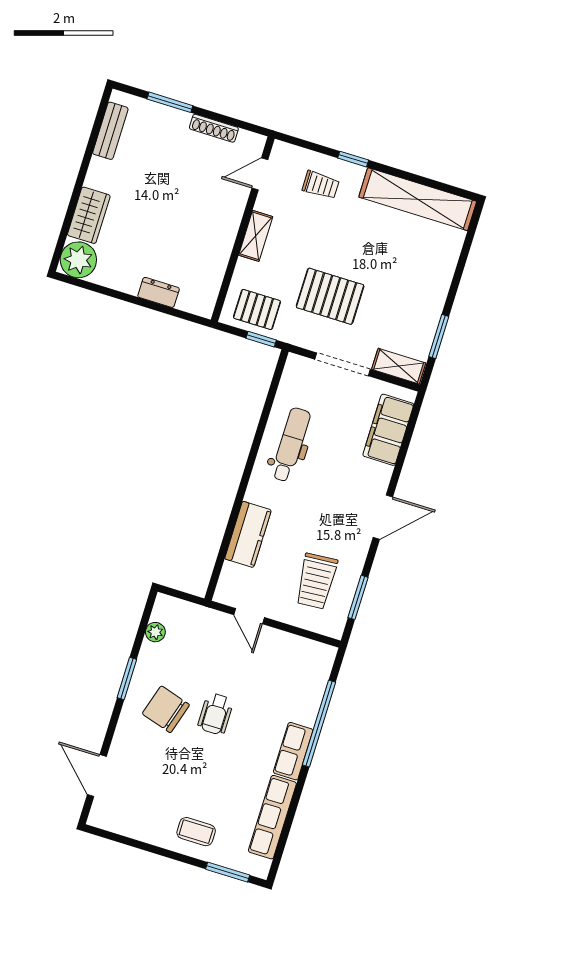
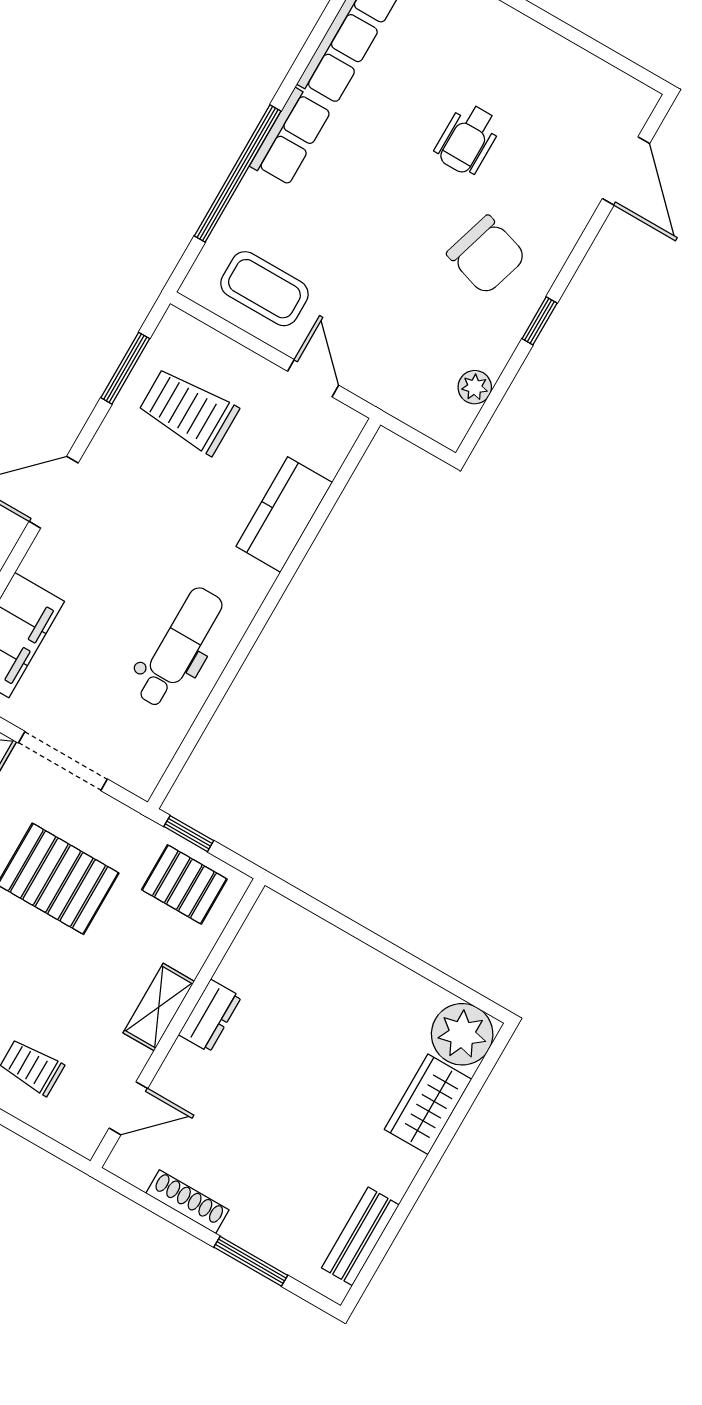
dresser: (159, 292) -> (210, 1016), moved, turned -90
dental chair: (291, 445) -> (179, 647), turned 180
trolley: (316, 581) -> (188, 411), turned -86
window: (127, 678) -> (540, 321), width x0.67
wheelchair: (216, 714) -> (468, 139), moved, turned 180
coffee table: (196, 832) -> (264, 289), moved, width x1.36, depth x1.30

